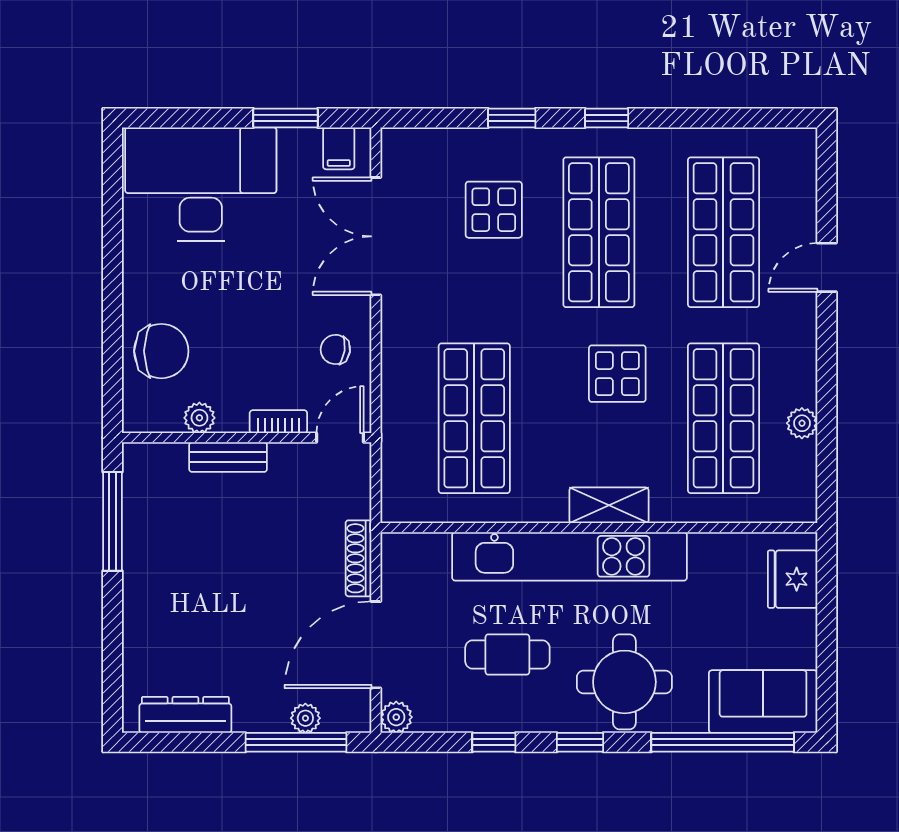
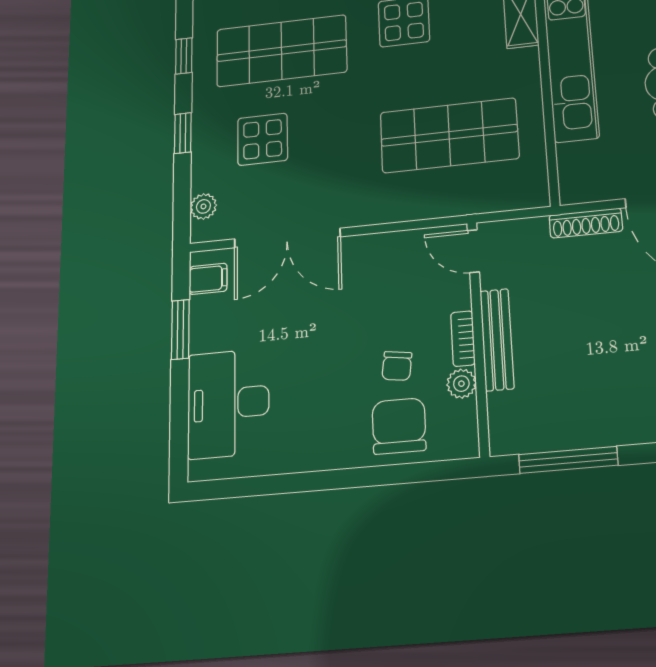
plant: (422, 142) -> (203, 206), added
desk: (201, 184) -> (228, 403), width x0.73, depth x0.77
chair: (335, 349) -> (397, 366), moved
bookcase: (278, 422) -> (463, 339), moved
bench: (228, 457) -> (497, 340), width x1.36

